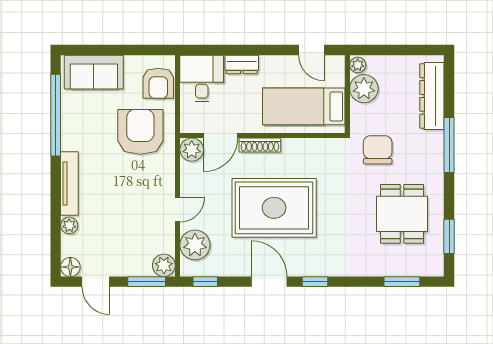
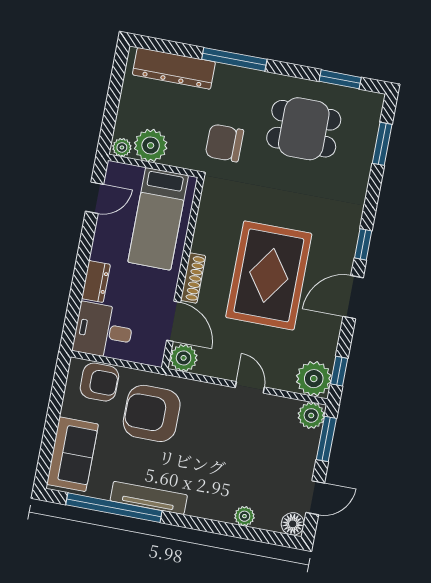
tv unit: (69, 184) -> (149, 498), moved
plant: (195, 245) -> (314, 379), moved

